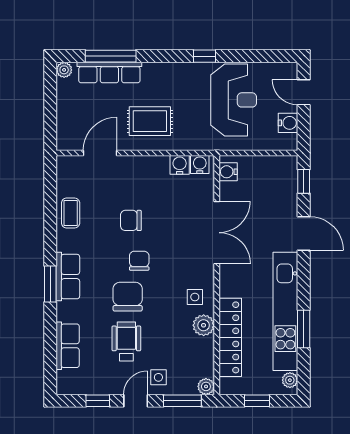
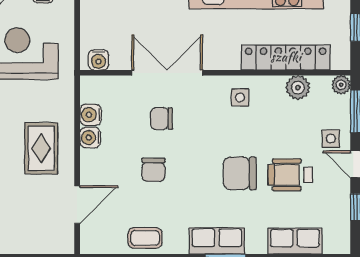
door: (100, 153) -> (77, 205), swing flipped
water cooler: (200, 164) -> (90, 138), moved
chair: (139, 261) -> (161, 119), moved
plant: (204, 325) -> (298, 88), moved

